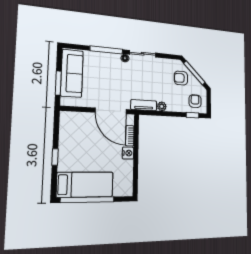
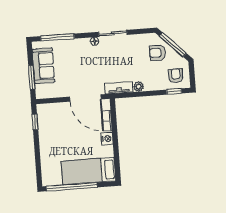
window: (106, 50) -> (57, 37), moved
sofa: (72, 73) -> (43, 66), width x0.73
window: (55, 157) -> (35, 122), moved
bed: (85, 185) -> (88, 171), moved, turned 180

